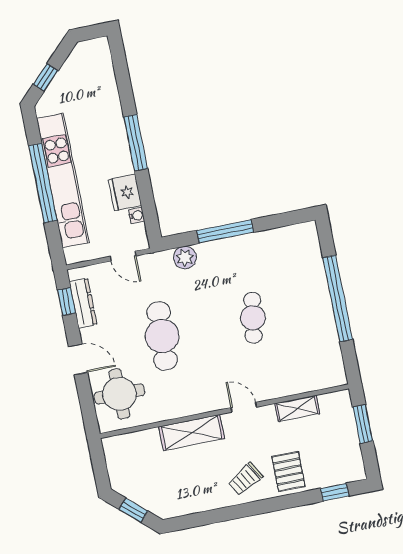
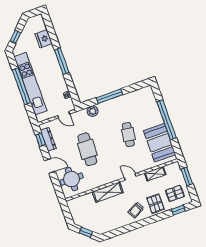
fridge: (125, 193) -> (44, 39), moved
booth: (316, 345) -> (160, 143), added
pallet: (332, 456) -> (175, 193), added

